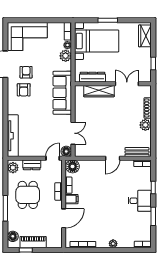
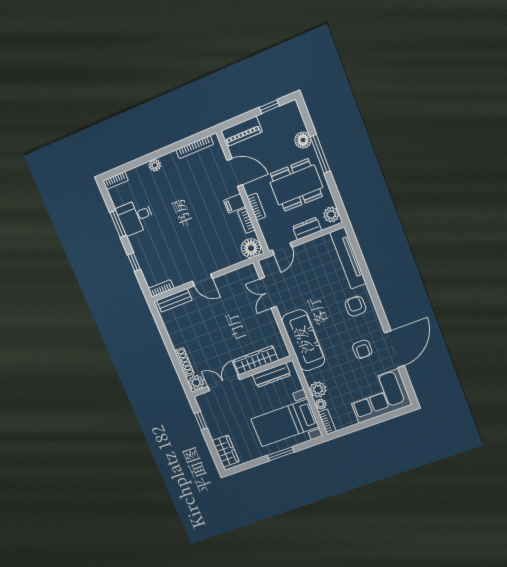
double door: (127, 84) -> (224, 383), swing flipped
armchair: (24, 90) -> (355, 306), moved
plant: (145, 125) -> (196, 383), moved
floor lamp: (66, 151) -> (267, 265), removed
door: (113, 158) -> (203, 280), swing flipped
dining table: (28, 195) -> (296, 185), width x1.37
desk: (140, 201) -> (135, 217), moved
door: (64, 218) -> (235, 172), swing flipped
floor lamp: (13, 236) -> (303, 140), moved
piano: (33, 242) -> (242, 131), moved

